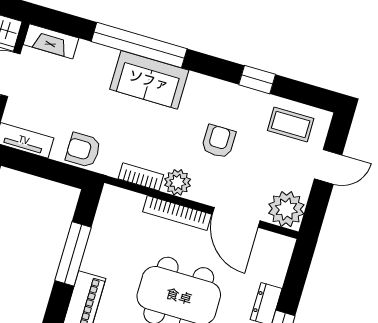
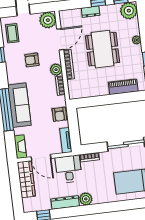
sofa: (149, 80) -> (19, 105), width x1.36
window: (73, 254) -> (104, 100), removed

